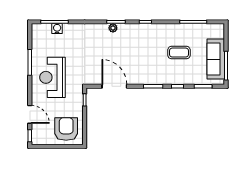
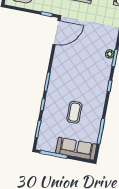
sofa: (216, 59) -> (76, 149), moved
door: (114, 86) -> (56, 33), moved

